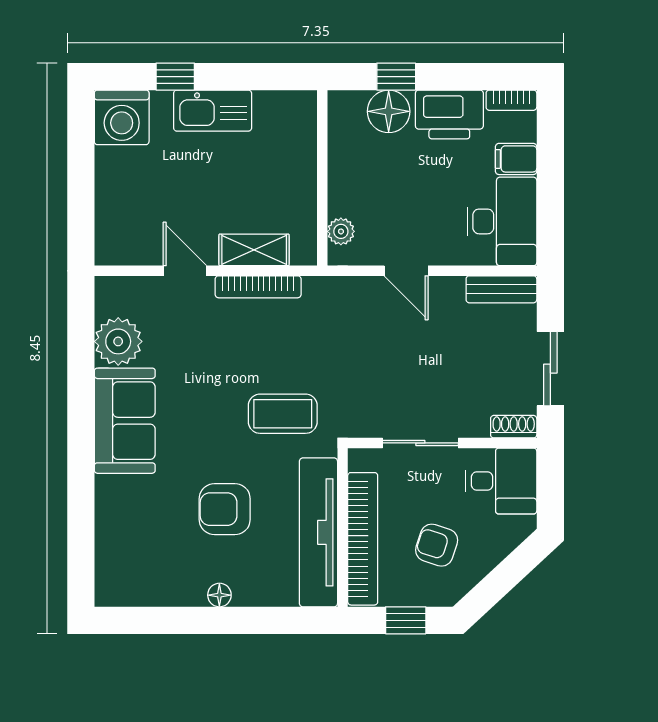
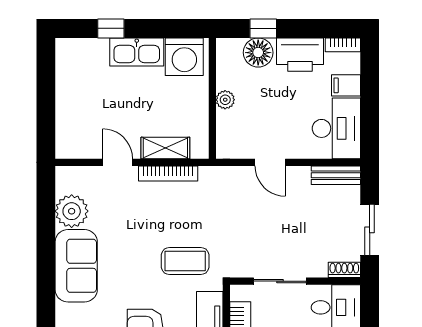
washing machine: (122, 117) -> (184, 57), moved
plant: (341, 231) -> (225, 100), moved

